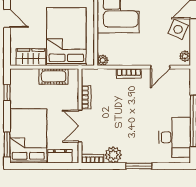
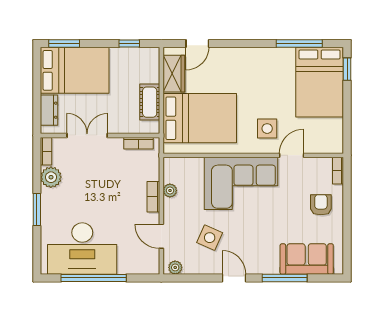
door: (7, 18) -> (197, 44), moved
side table: (178, 29) -> (210, 238), moved
plant: (103, 60) -> (170, 191), moved
bookcase: (86, 97) -> (138, 143), moved
desk: (175, 137) -> (82, 249), width x1.36, depth x1.30

